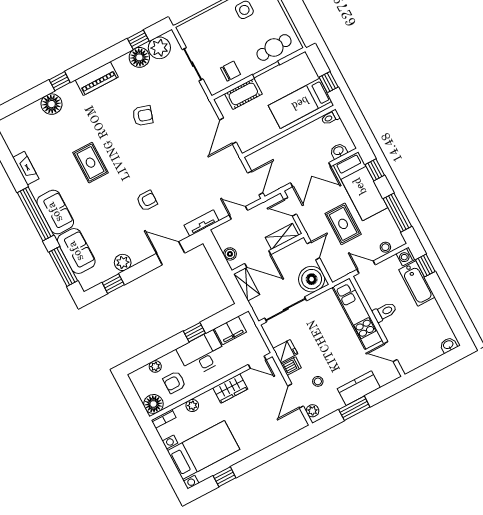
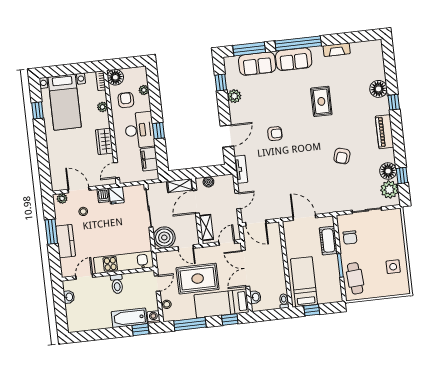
rug: (90, 163) -> (321, 101), turned 90
armchair: (147, 201) -> (275, 134), turned -90
rug: (343, 224) -> (198, 279), width x1.36, depth x1.43
washbasin: (448, 345) -> (69, 297), moved

